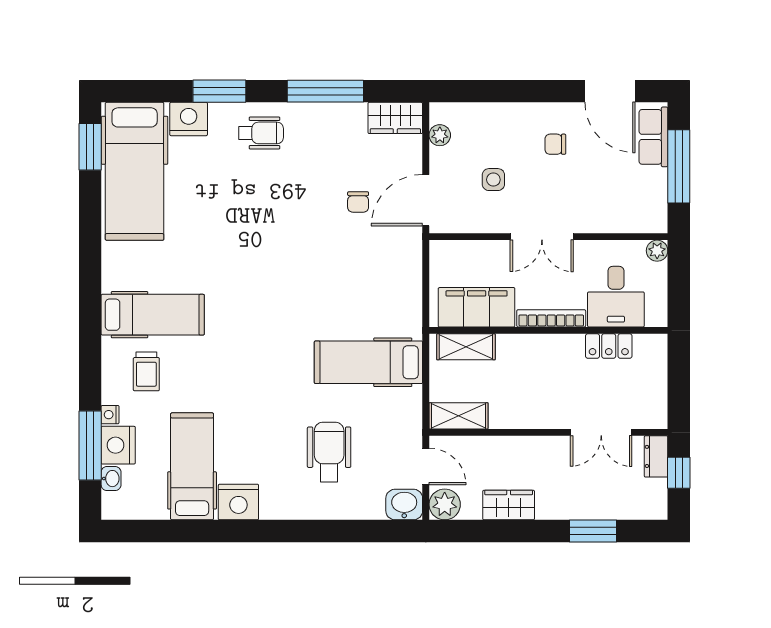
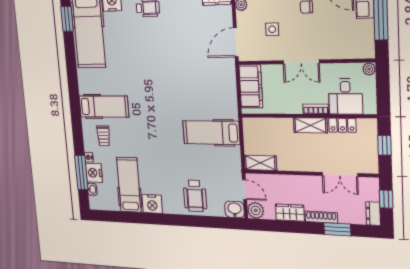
chair: (358, 202) -> (200, 44), removed
filing cabinet: (477, 307) -> (251, 86), moved, turned 90
bookcase: (551, 318) -> (316, 109), width x0.64
shelving: (466, 347) -> (310, 125), moved
window: (679, 379) -> (385, 145), added
wheelchair: (329, 452) -> (195, 196), moved, turned 180
dresser: (656, 456) -> (373, 214), moved
shoe rack: (565, 510) -> (321, 217), added

